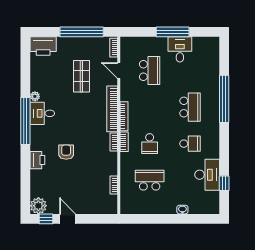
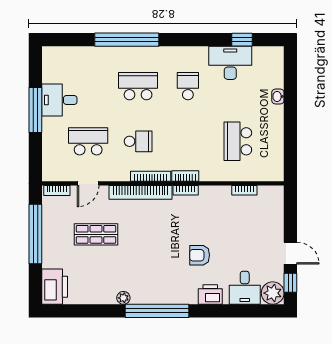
desk: (42, 113) -> (245, 288), moved
school desk: (150, 144) -> (138, 141), moved
door: (68, 219) -> (290, 253), swing flipped

